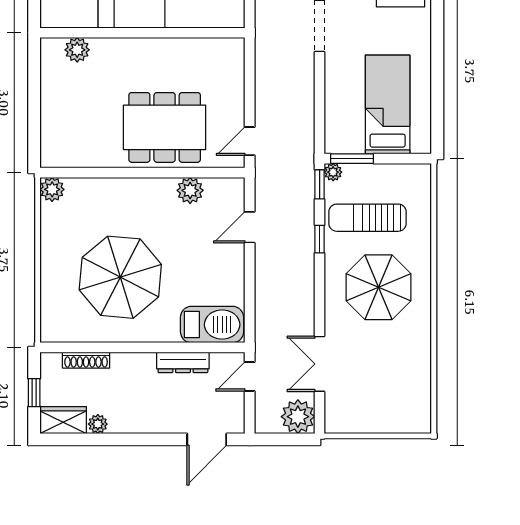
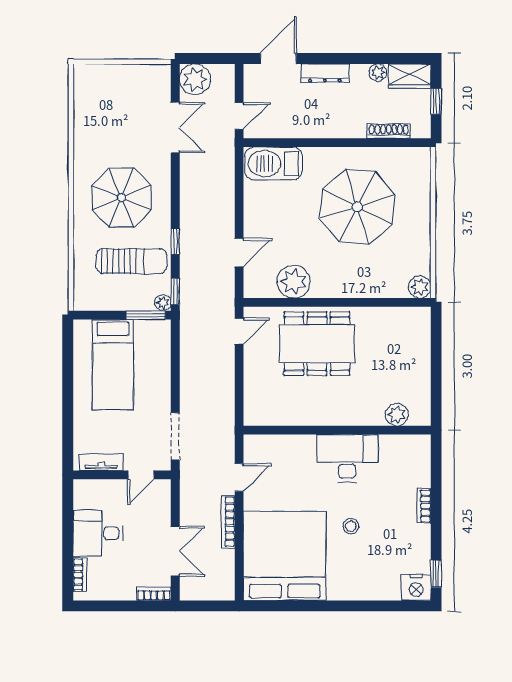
plant: (190, 190) -> (294, 282), width x1.36, depth x1.36
dresser: (183, 362) -> (325, 73), moved, turned 180

